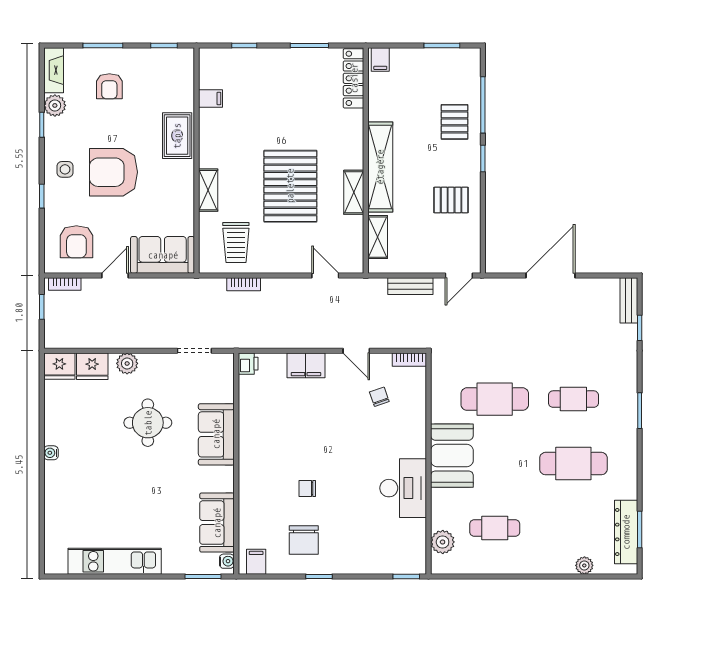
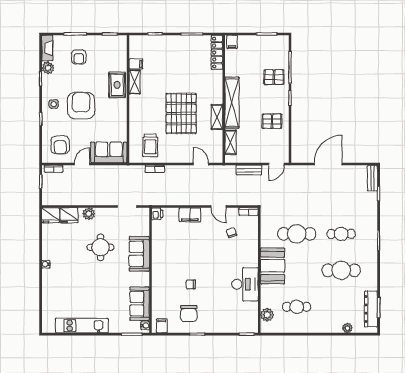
pallet: (455, 122) -> (274, 77), turned 90
armchair: (113, 172) -> (81, 106), turned 90
shelving: (208, 190) -> (135, 82), moved

